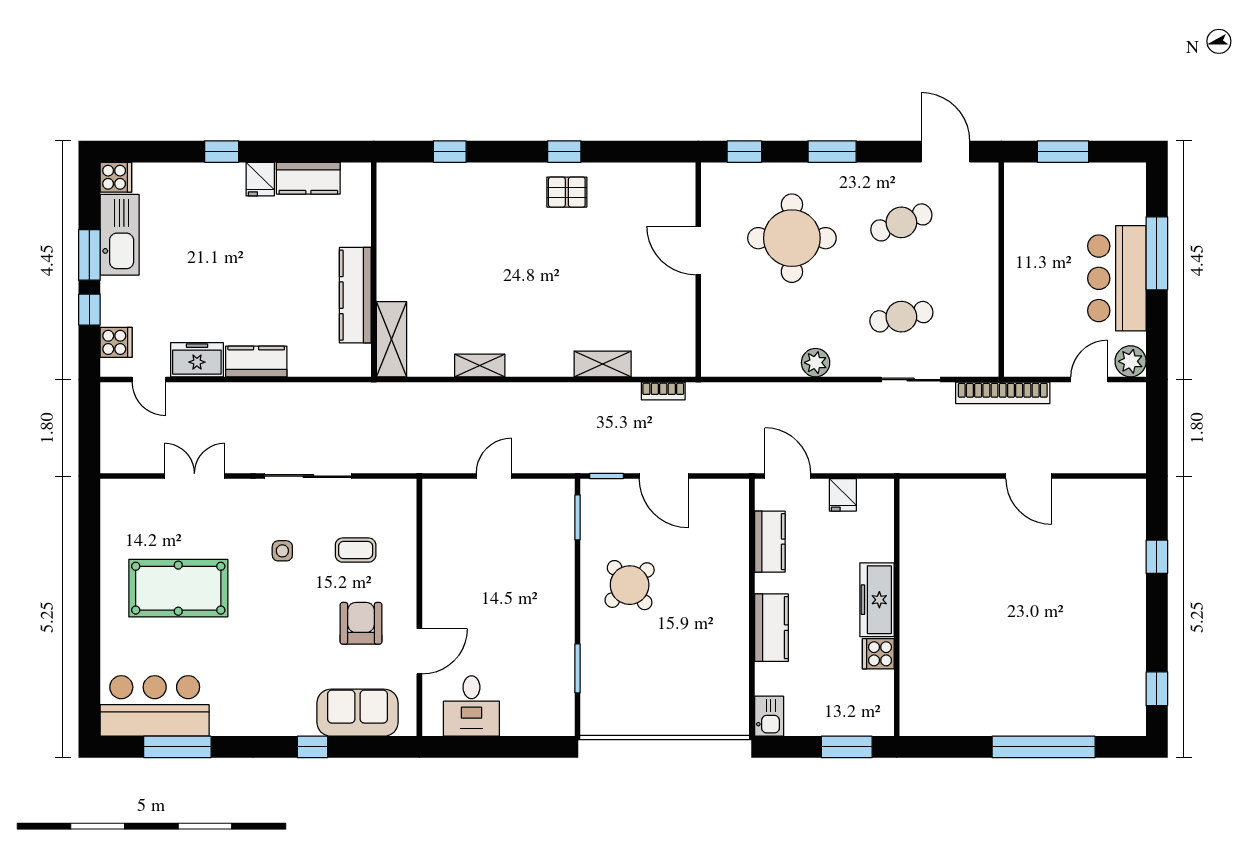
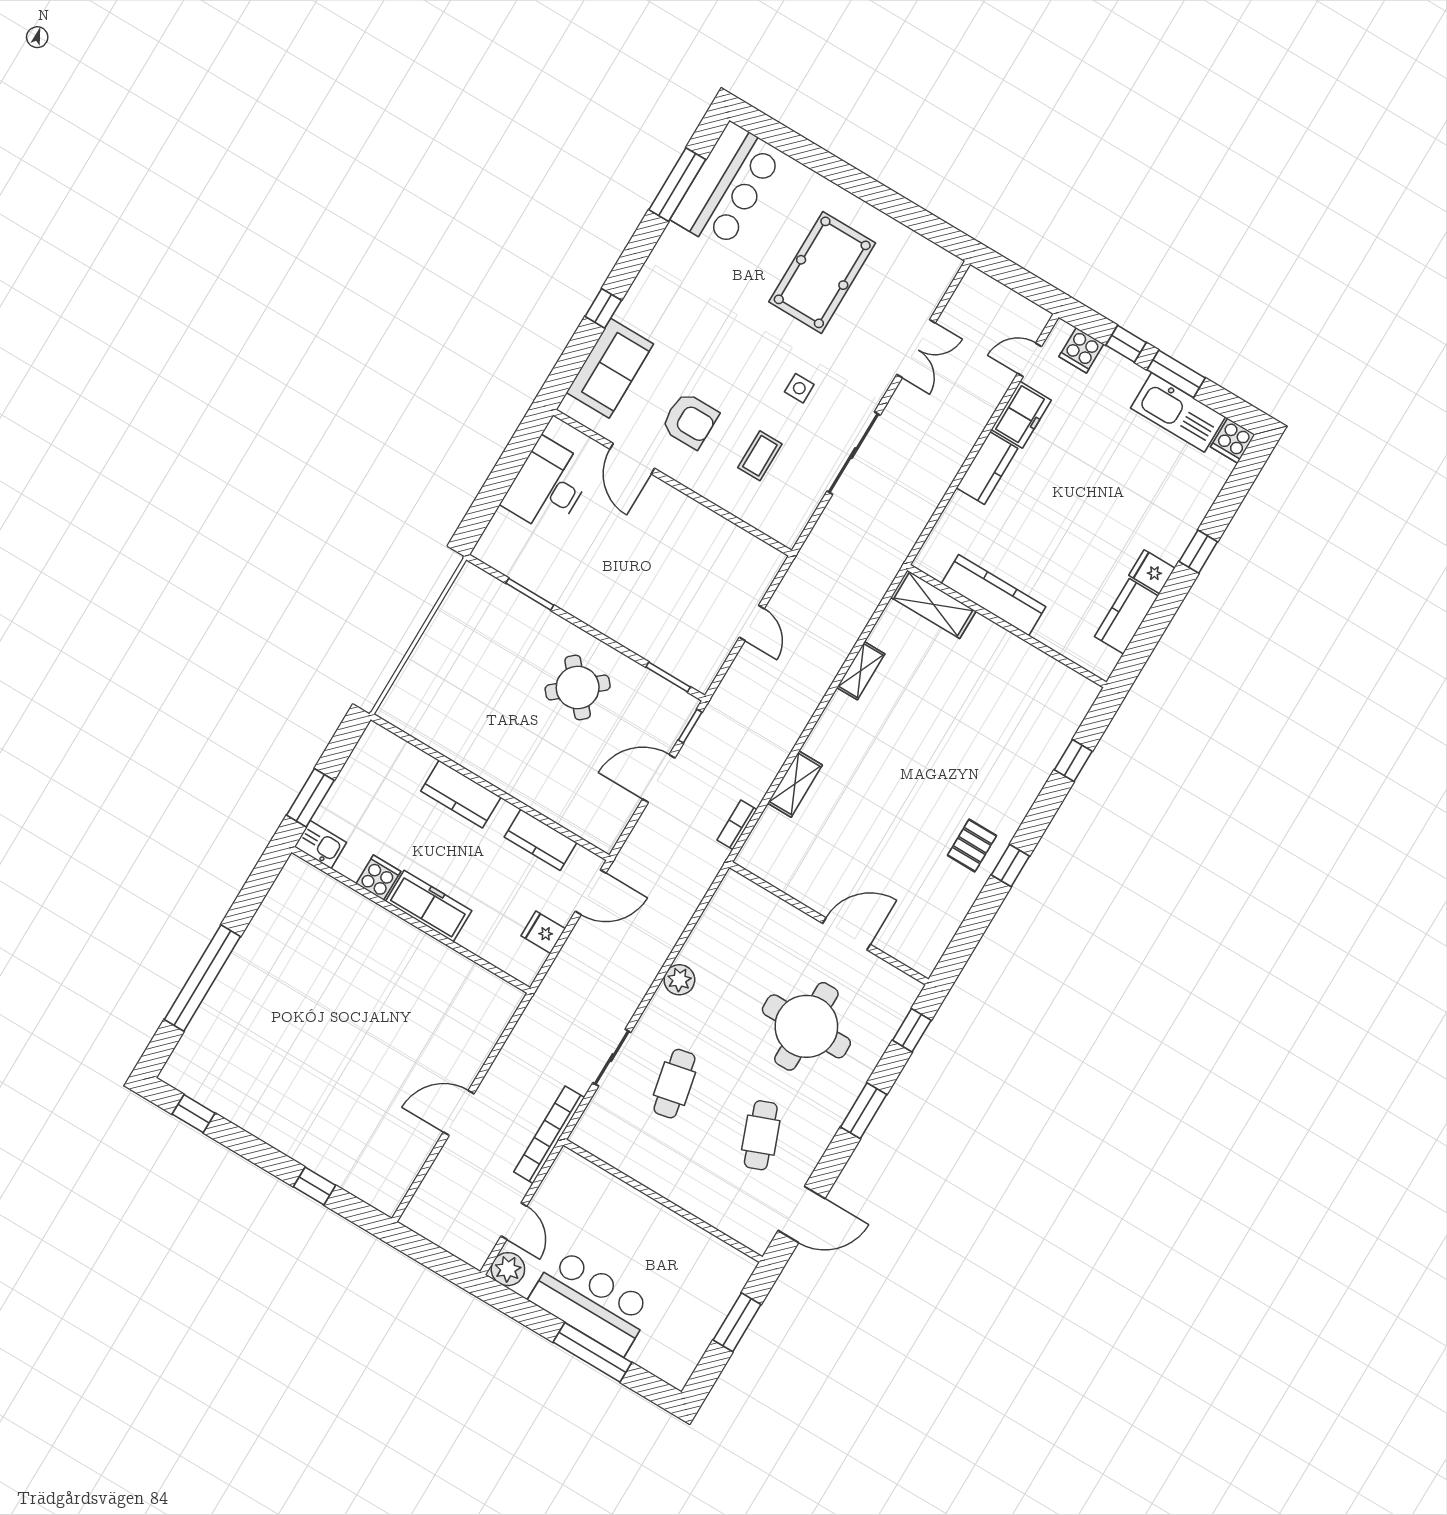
desk: (471, 706) -> (548, 486), width x1.37
kitchen sink: (769, 716) -> (320, 845), moved, turned 180

